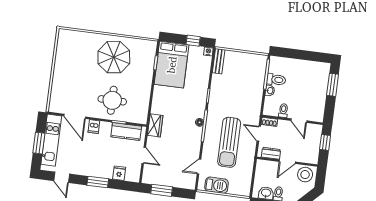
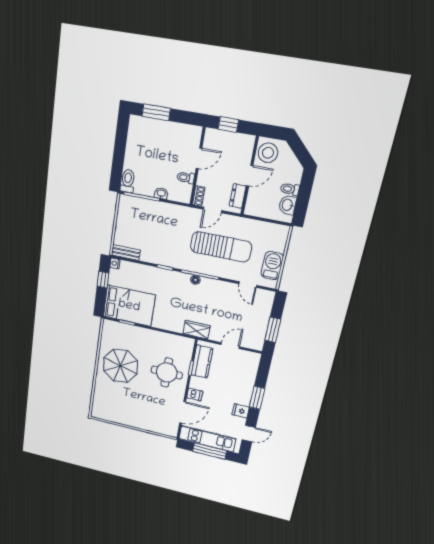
toilet: (276, 80) -> (128, 181), moved
window: (39, 143) -> (210, 451), width x1.44
door: (287, 162) -> (250, 176), hinge flipped
fridge: (119, 173) -> (241, 411), moved

